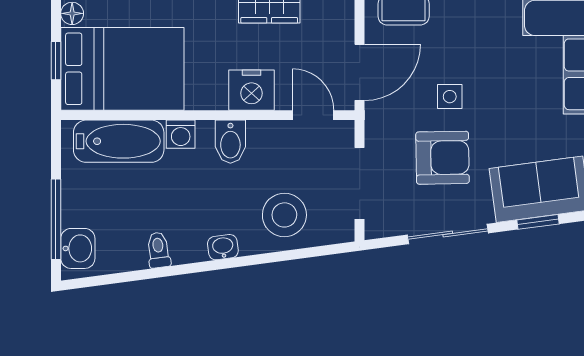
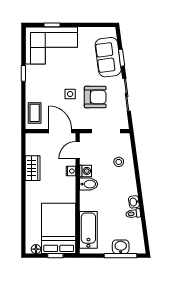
nightstand: (252, 90) -> (71, 171), width x0.53, depth x0.56
washing machine: (181, 134) -> (86, 171), moved
armchair: (442, 158) -> (95, 97), turned 91
stool: (284, 215) -> (119, 162), width x0.53, depth x0.53
washbasin: (223, 247) -> (134, 202), moved
washbasin: (78, 248) -> (121, 247), moved

